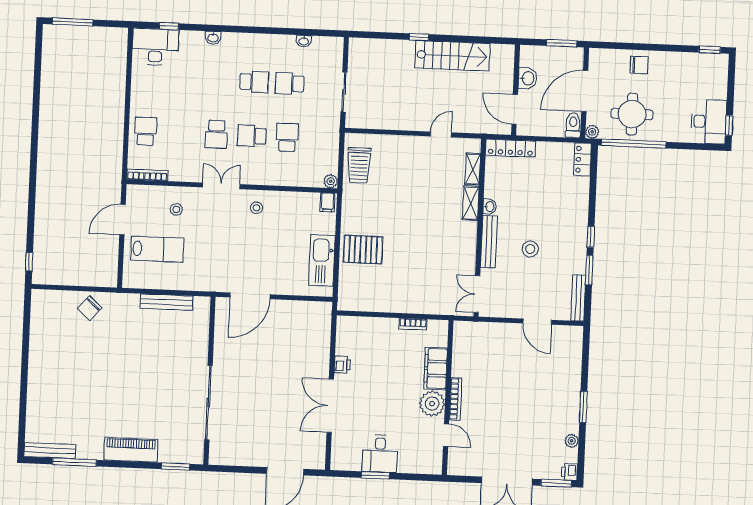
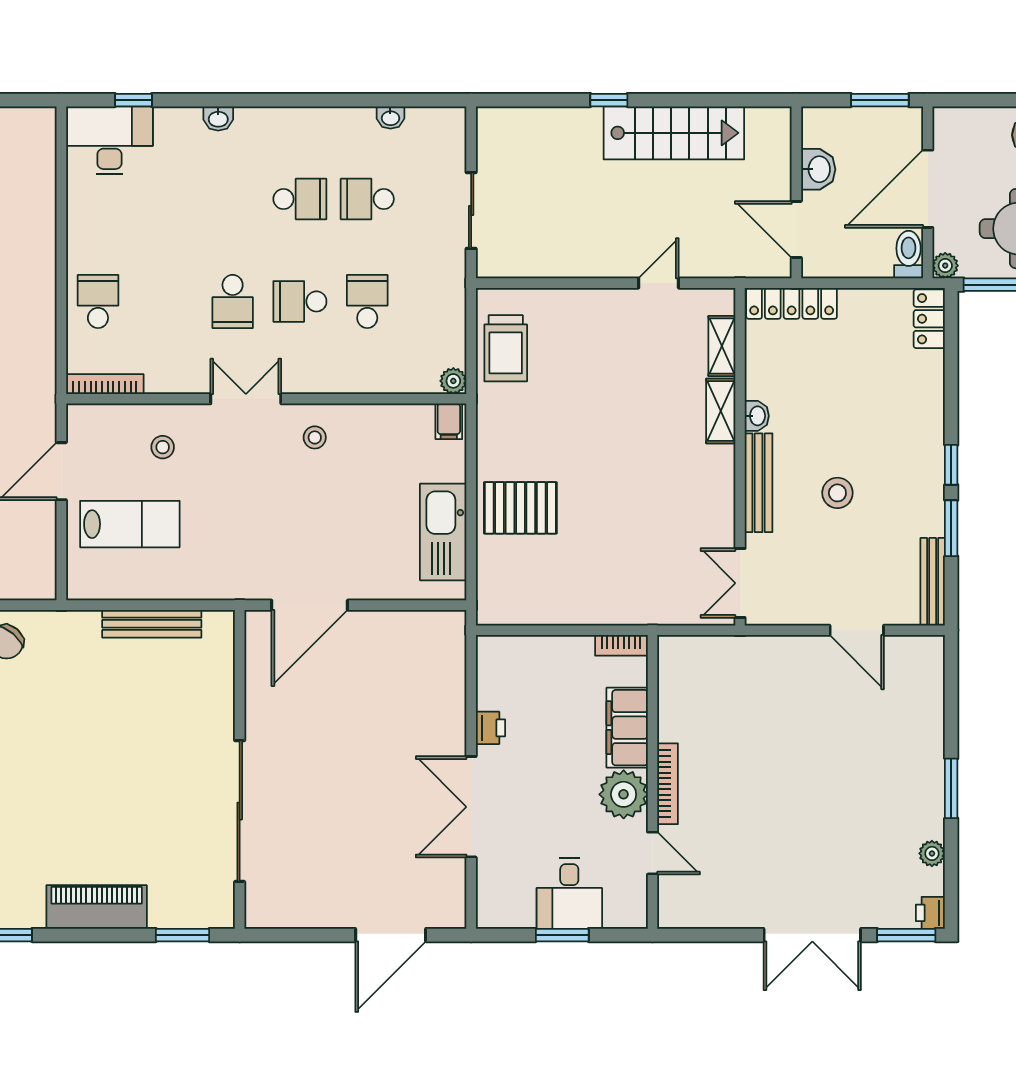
filing cabinet: (436, 369) -> (627, 728), moved
wall: (448, 398) -> (652, 782), moved
bookcase: (456, 399) -> (668, 784), moved
plant: (432, 404) -> (624, 794), moved
door: (446, 435) -> (652, 853), moved

